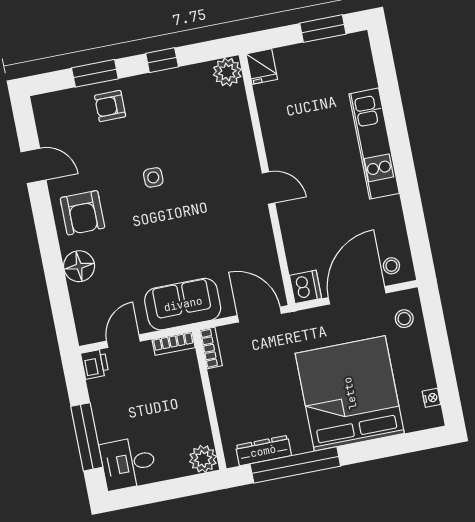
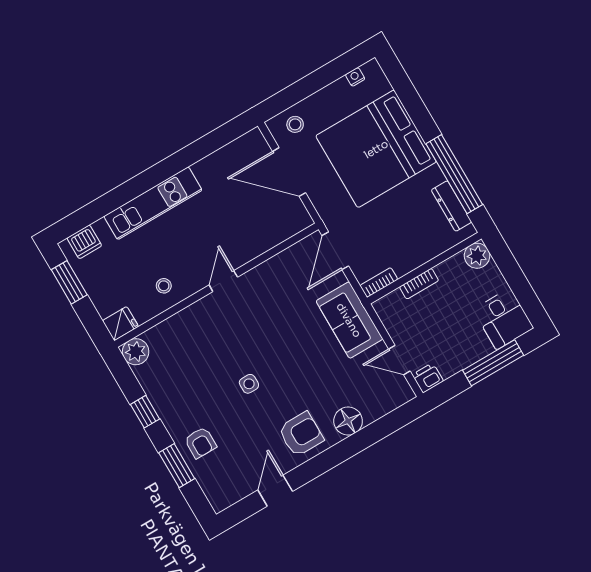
stool: (391, 266) -> (164, 286), moved
dishwasher: (306, 287) -> (84, 242), moved, turned 180
bookcase: (174, 343) -> (419, 284), moved, turned 90

